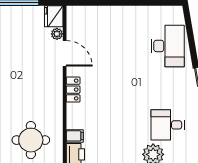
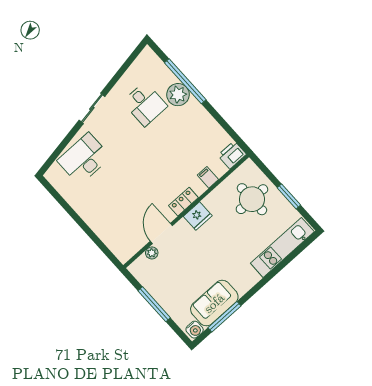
fridge: (54, 16) -> (198, 216), moved
filing cabinet: (75, 136) -> (208, 177), moved

